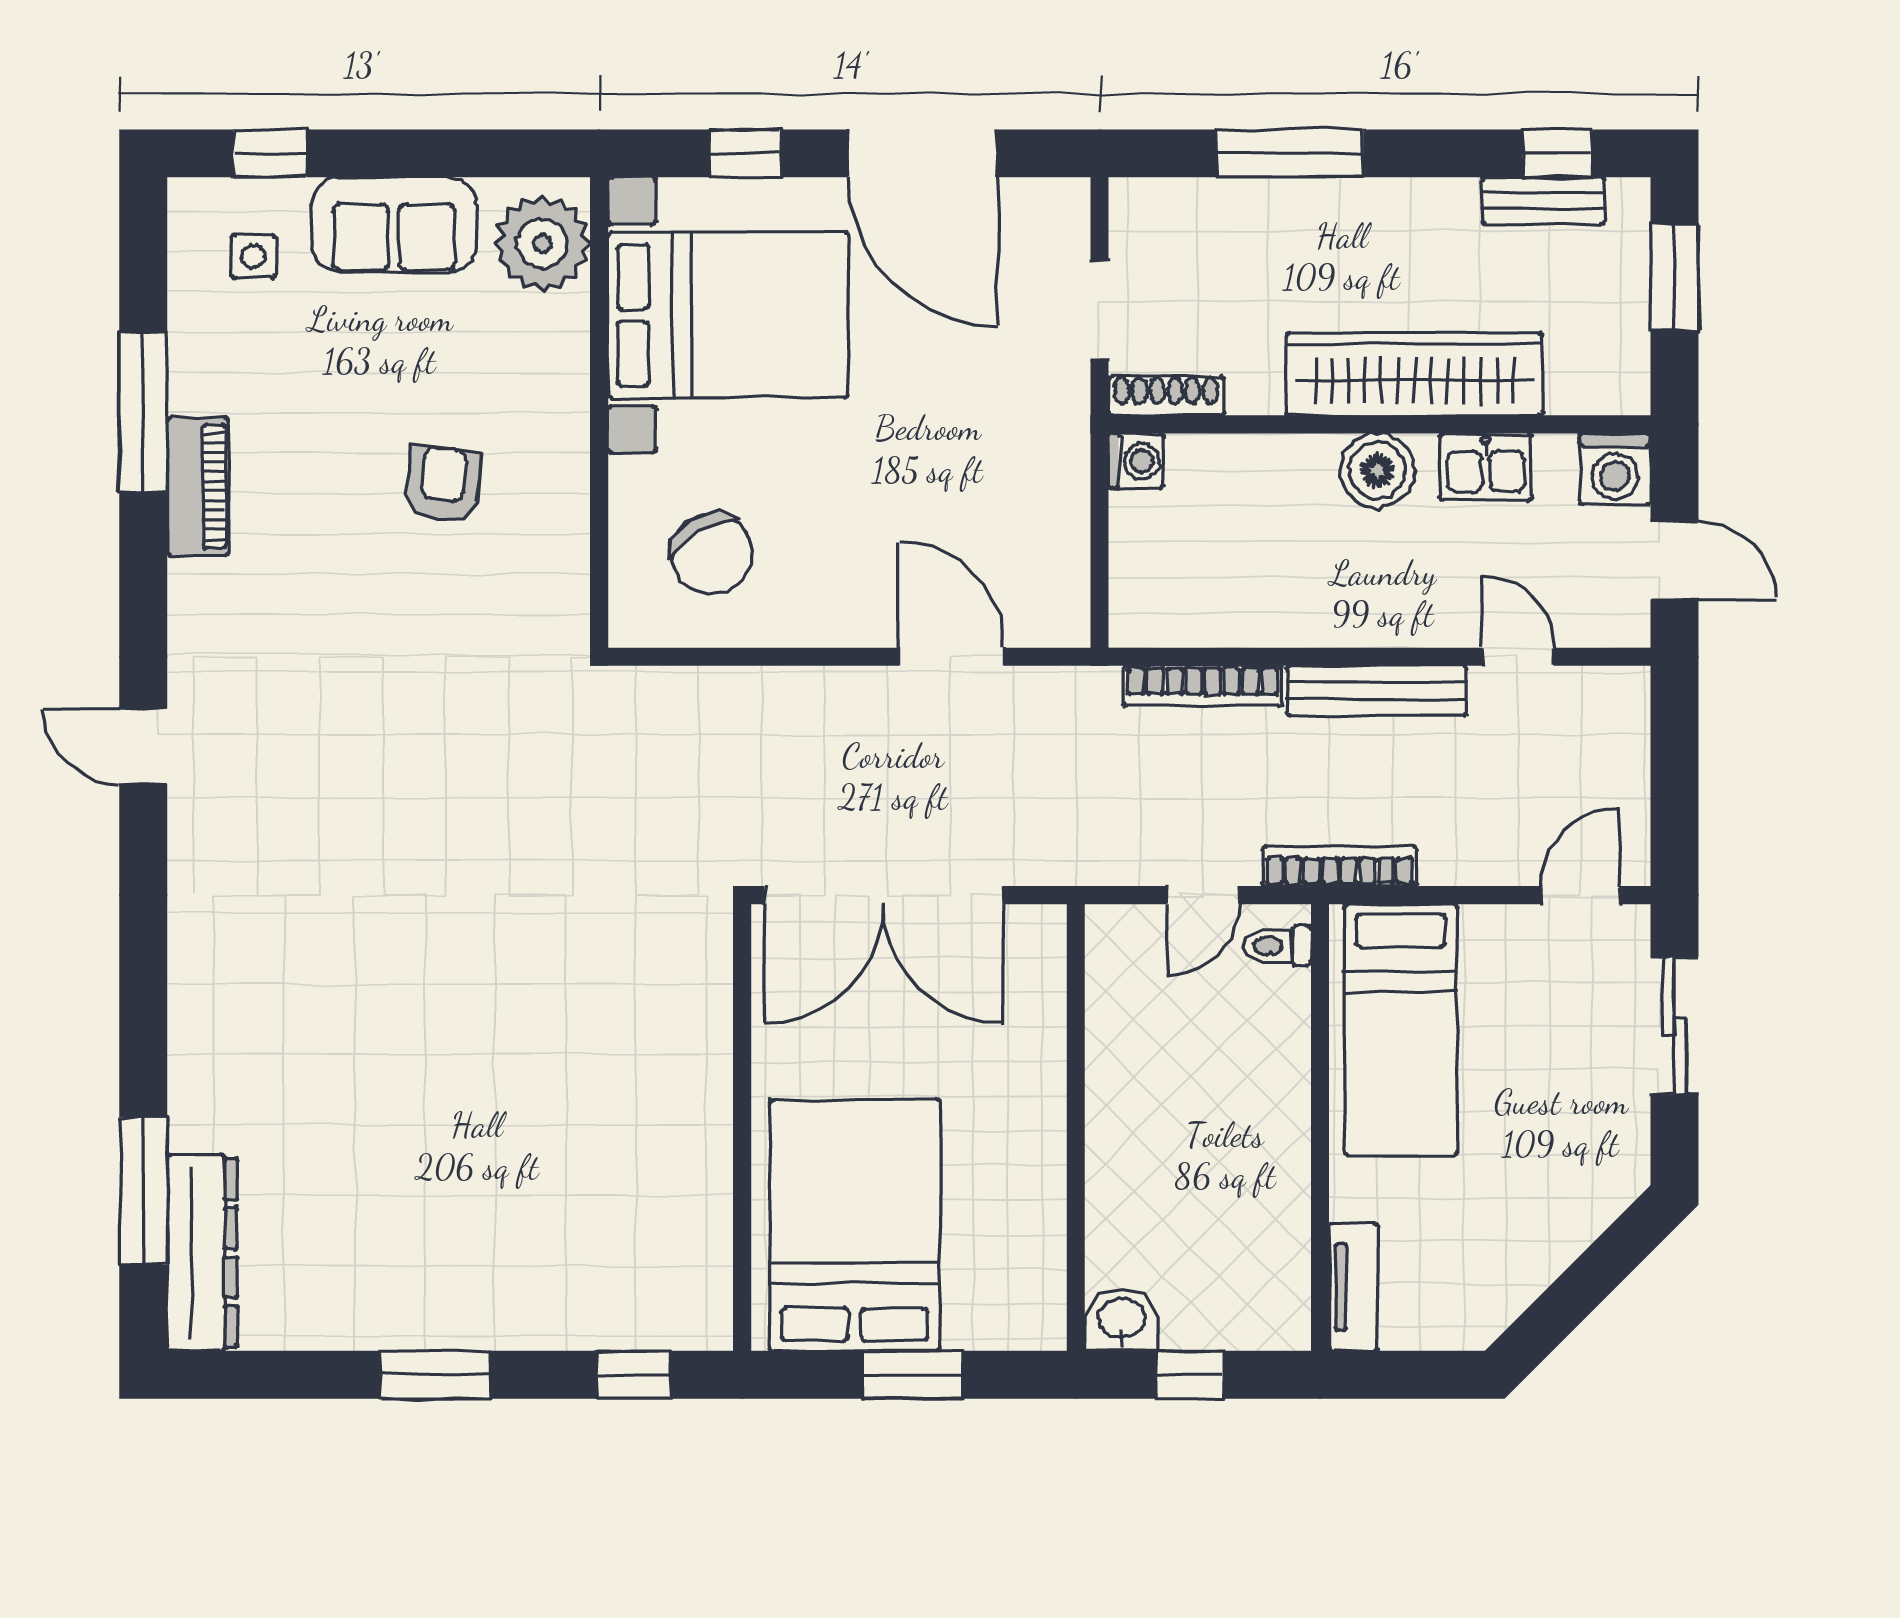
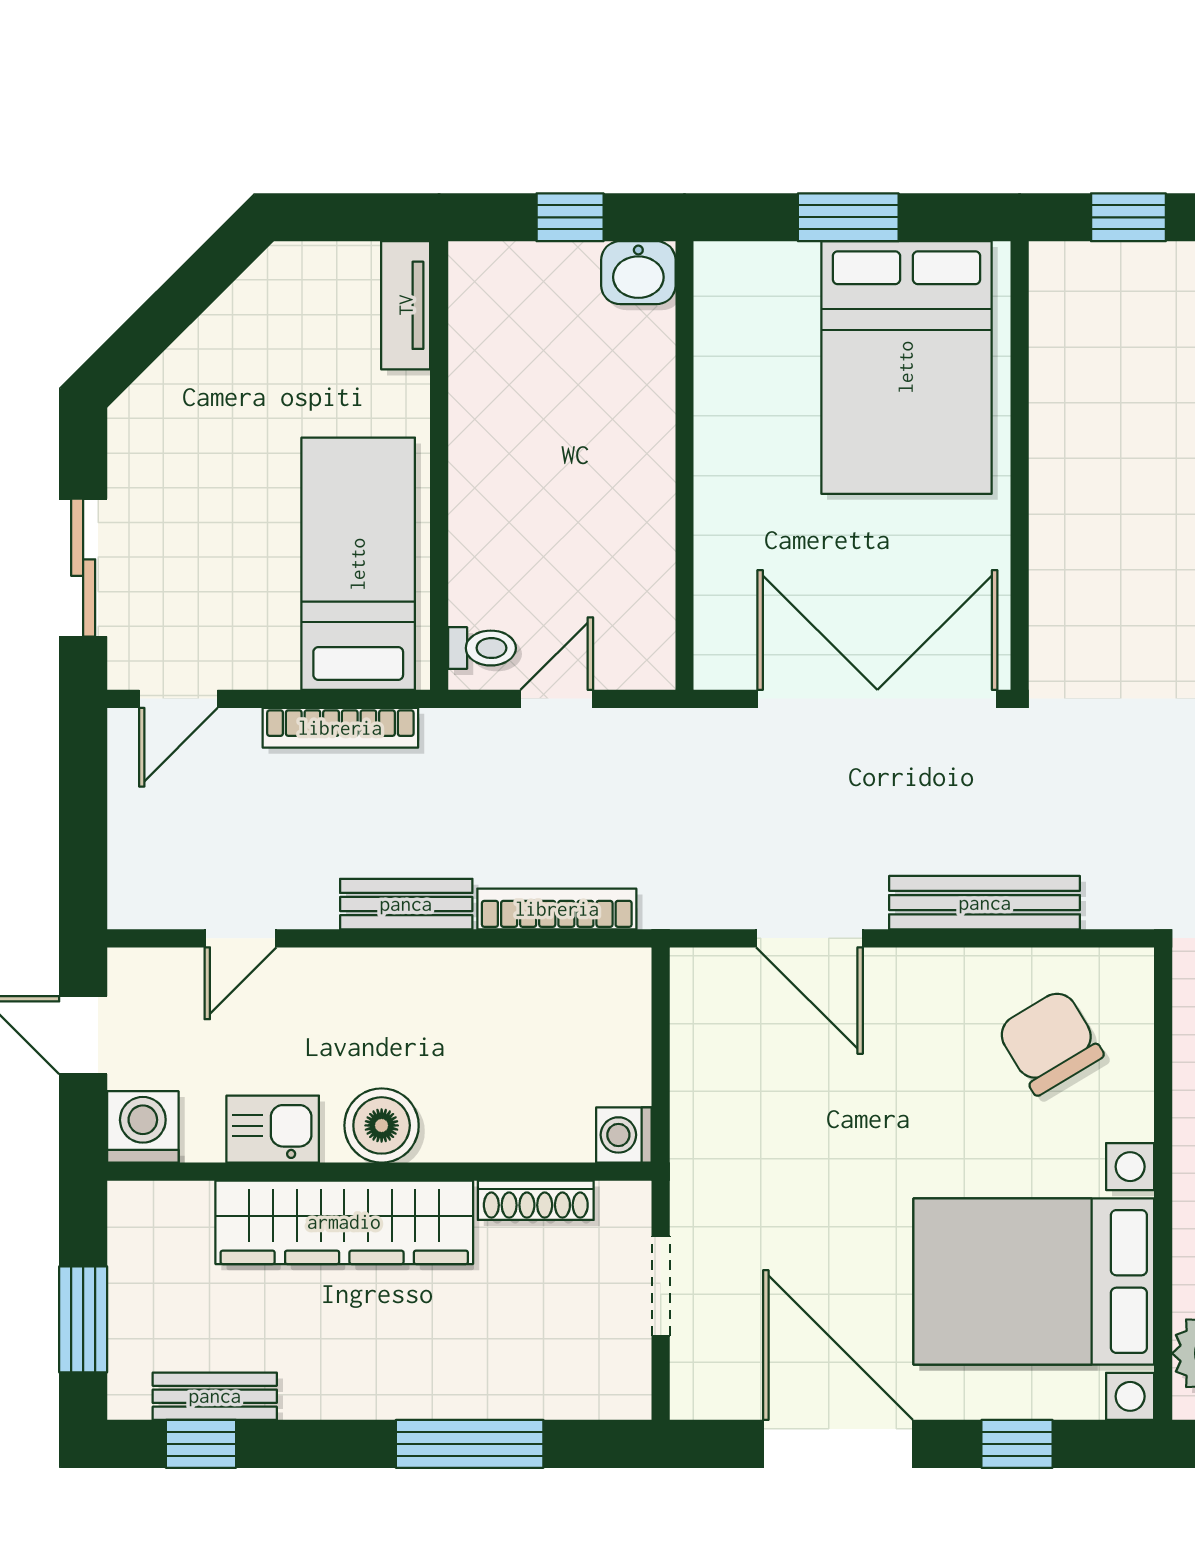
shoe rack: (1166, 396) -> (536, 1200), moved
door: (1518, 657) -> (240, 938), hinge flipped
bench: (1377, 691) -> (406, 904), width x0.73
bench: (777, 692) -> (985, 903), added
bookcase: (1340, 866) -> (340, 728), moved

